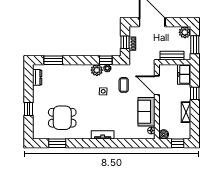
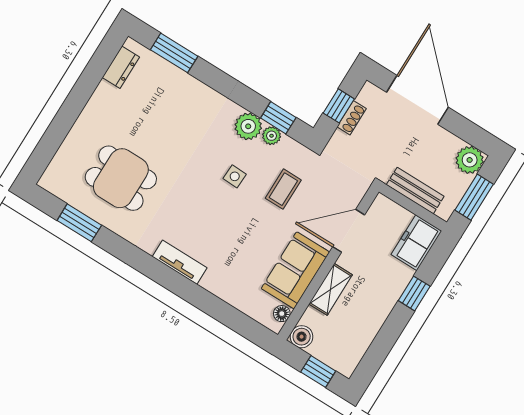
door: (157, 85) -> (349, 231), hinge flipped
window: (29, 109) -> (65, 119), removed
shelving: (186, 112) -> (331, 289), moved

